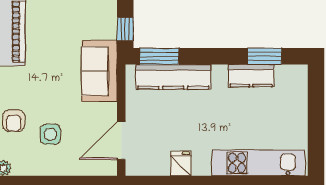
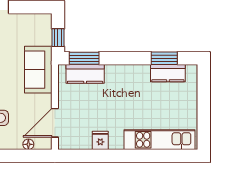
kitchen counter: (251, 76) -> (168, 73), moved
kitchen counter: (173, 77) -> (85, 74), width x0.67
floor lamp: (87, 169) -> (28, 144), added

